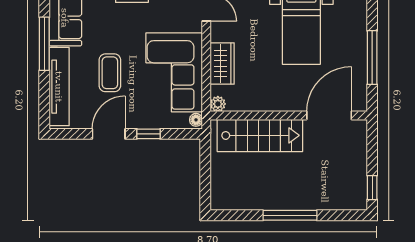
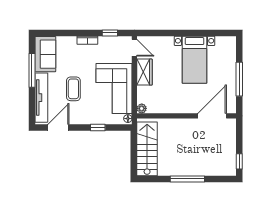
wardrobe: (222, 63) -> (144, 72), moved
door: (109, 134) -> (58, 127), moved
stairs: (260, 135) -> (147, 149), moved, turned -90

